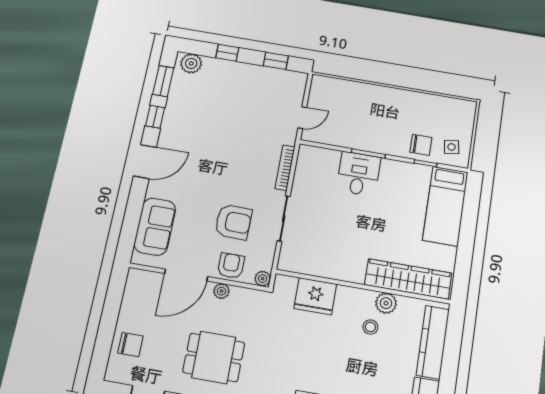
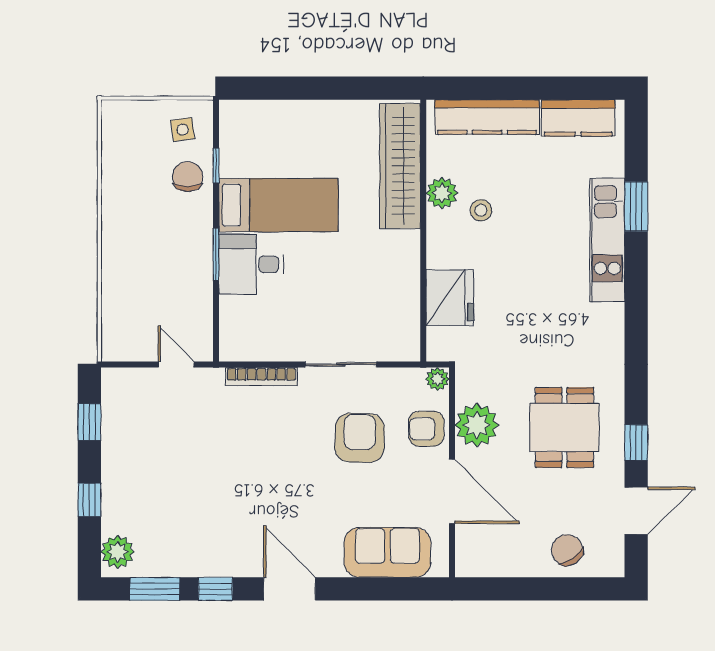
bed: (445, 206) -> (278, 205), moved
plant: (221, 291) -> (477, 425), width x1.87, depth x1.87
chair: (130, 345) -> (567, 550), turned -34

